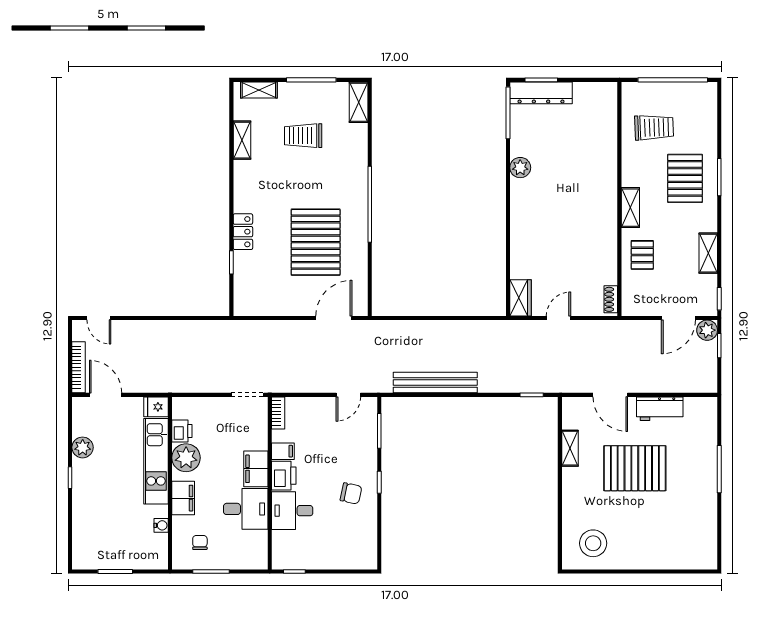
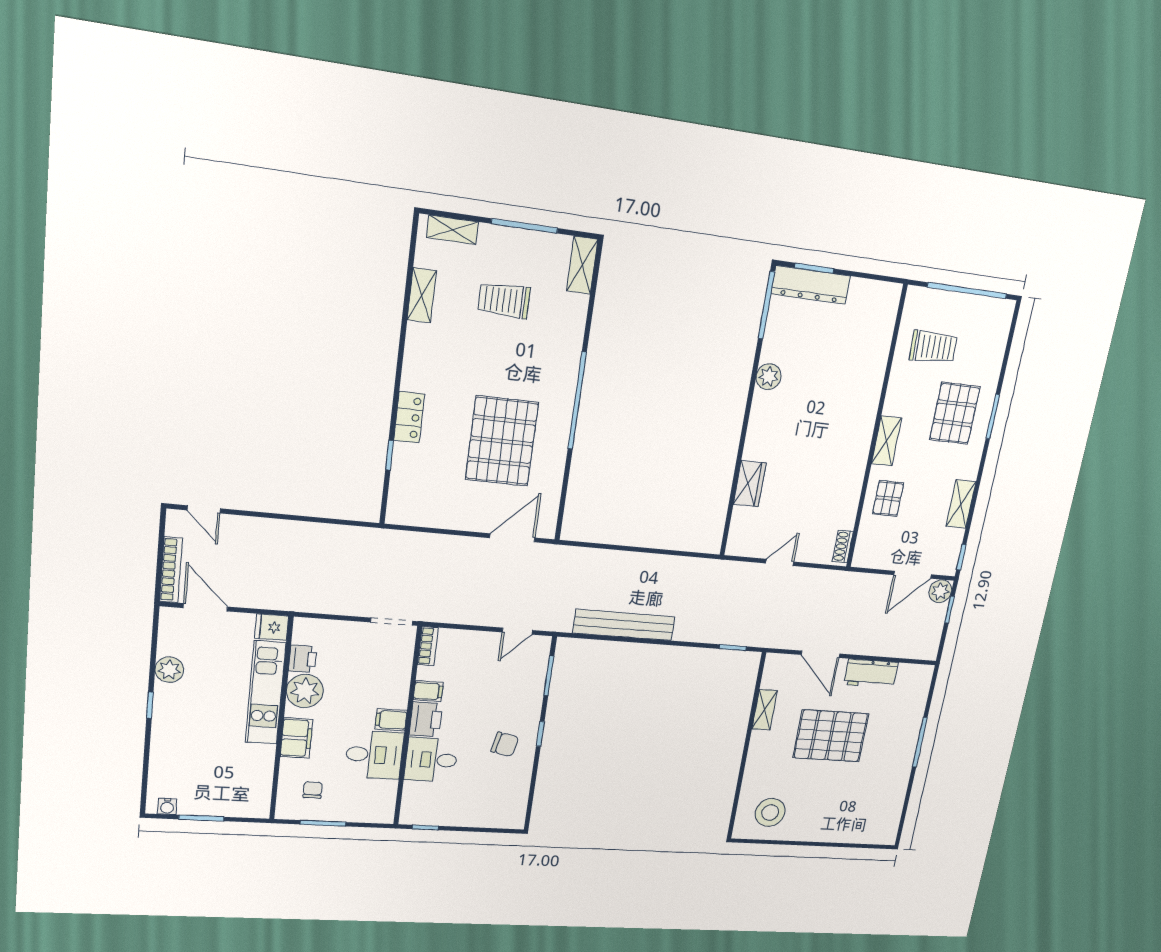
wardrobe: (521, 298) -> (750, 484), moved
filing cabinet: (256, 469) -> (391, 720), width x0.50
water cooler: (161, 525) -> (167, 806), moved, turned 90

